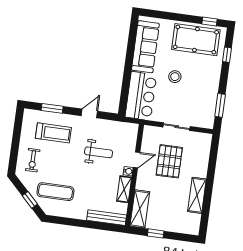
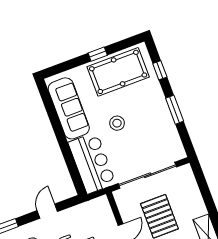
window: (209, 22) -> (98, 54), moved
window: (220, 105) -> (175, 110), moved
sliding door: (177, 127) -> (147, 175), width x1.86

